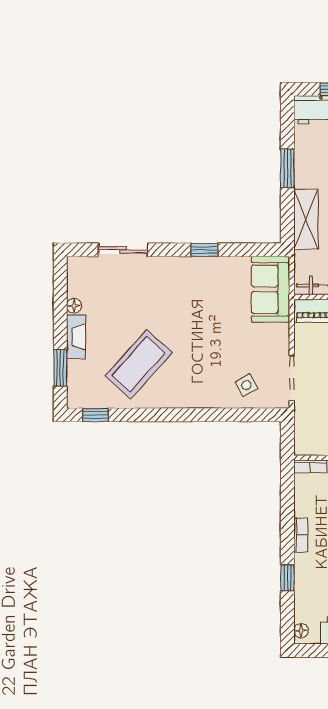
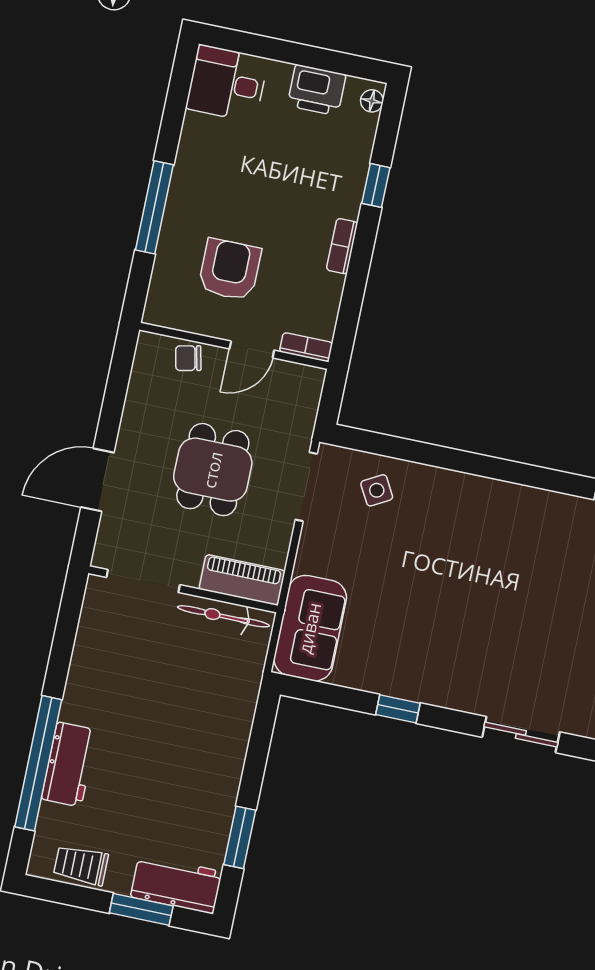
window: (287, 169) -> (240, 837), moved
shelving: (306, 219) -> (234, 723), removed
coffee table: (139, 364) -> (534, 556), removed

